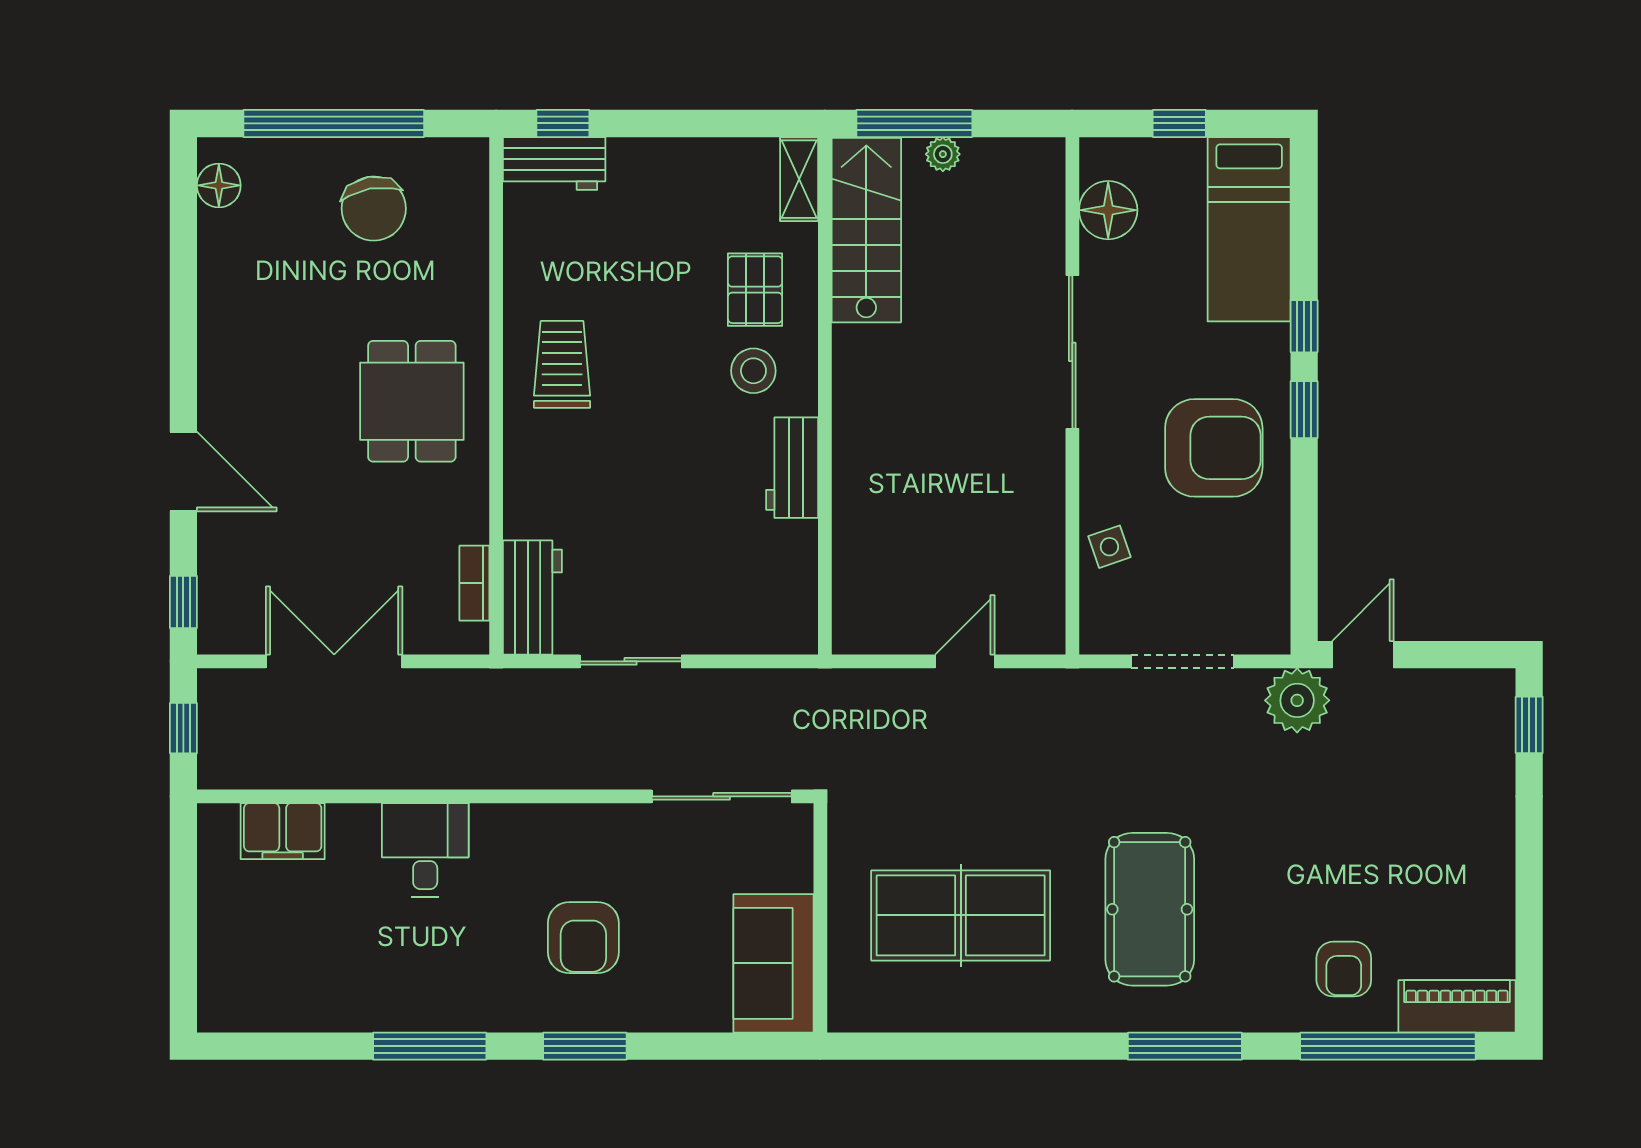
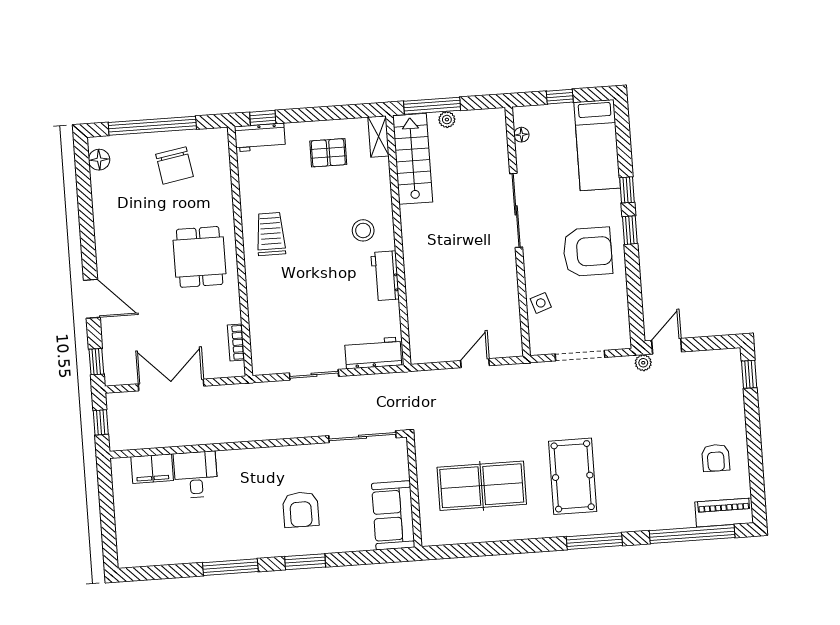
floor lamp: (1108, 210) -> (521, 135), width x0.53, depth x0.53
pallet: (755, 290) -> (328, 153), moved, turned 90
workbench: (532, 598) -> (373, 353), moved, turned -90
plant: (1297, 700) -> (643, 363), width x0.53, depth x0.53
desk: (425, 850) -> (196, 475), moved
armchair: (1344, 969) -> (716, 458), moved

